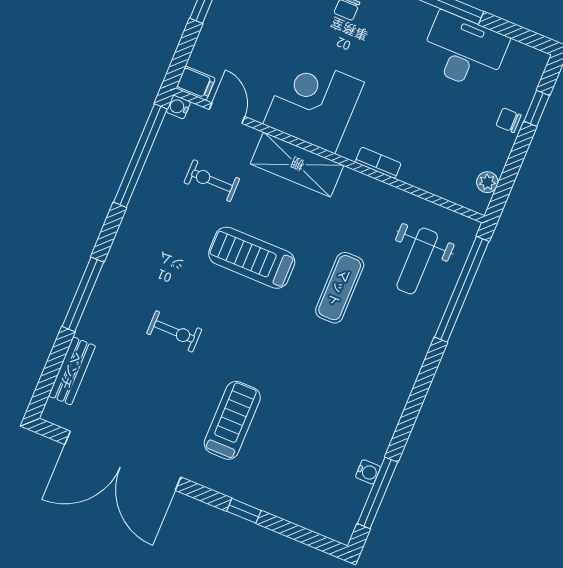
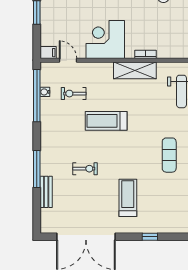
water cooler: (178, 107) -> (45, 92), moved
shelving: (297, 165) -> (135, 70), moved
exercise mat: (340, 288) -> (169, 155), moved
bench: (72, 371) -> (46, 192), moved

